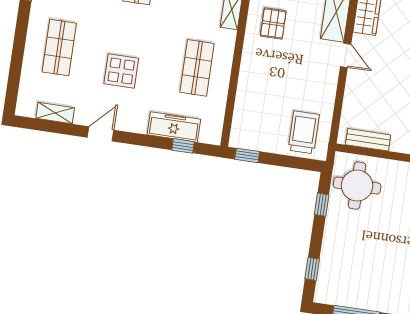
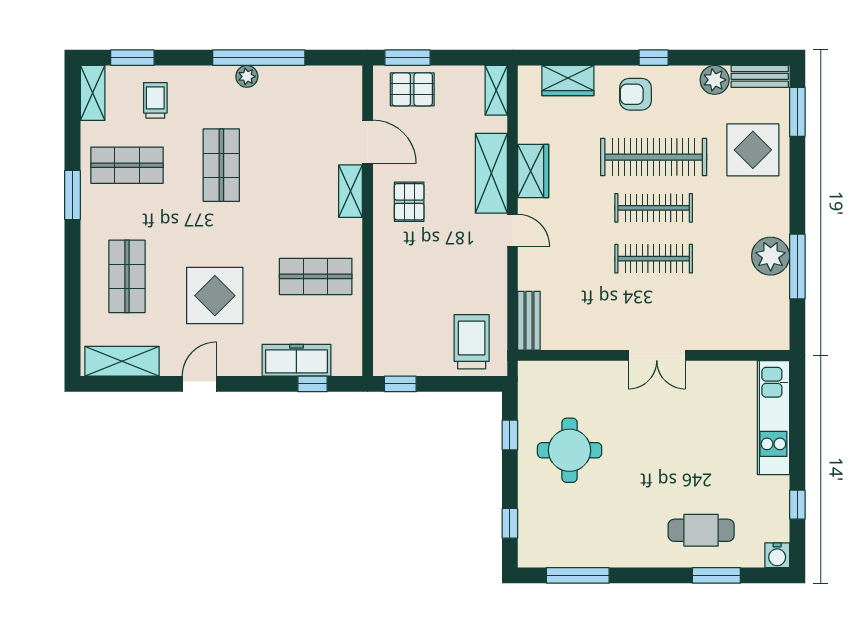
shop shelf: (197, 68) -> (316, 276), turned 90
display table: (121, 71) -> (215, 296), width x1.36, depth x1.36
shelving: (55, 113) -> (122, 361), width x1.50, depth x1.33
bench: (368, 140) -> (529, 321), moved, turned 90
round table: (357, 186) -> (570, 450), moved

